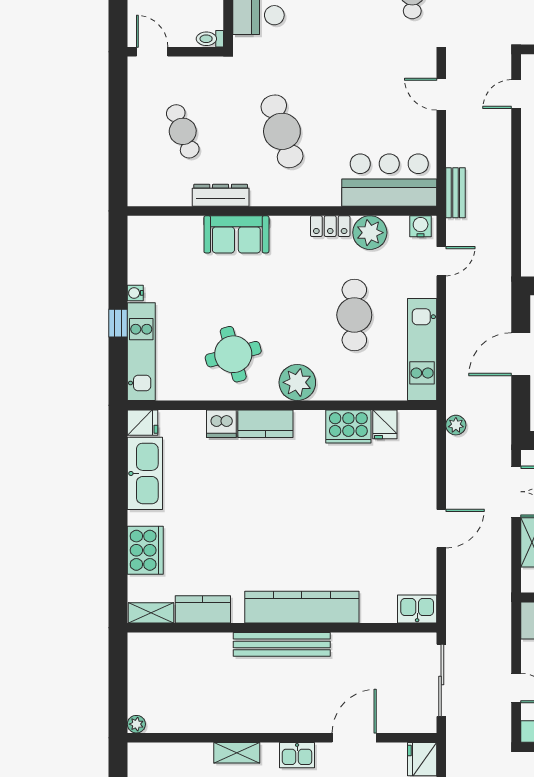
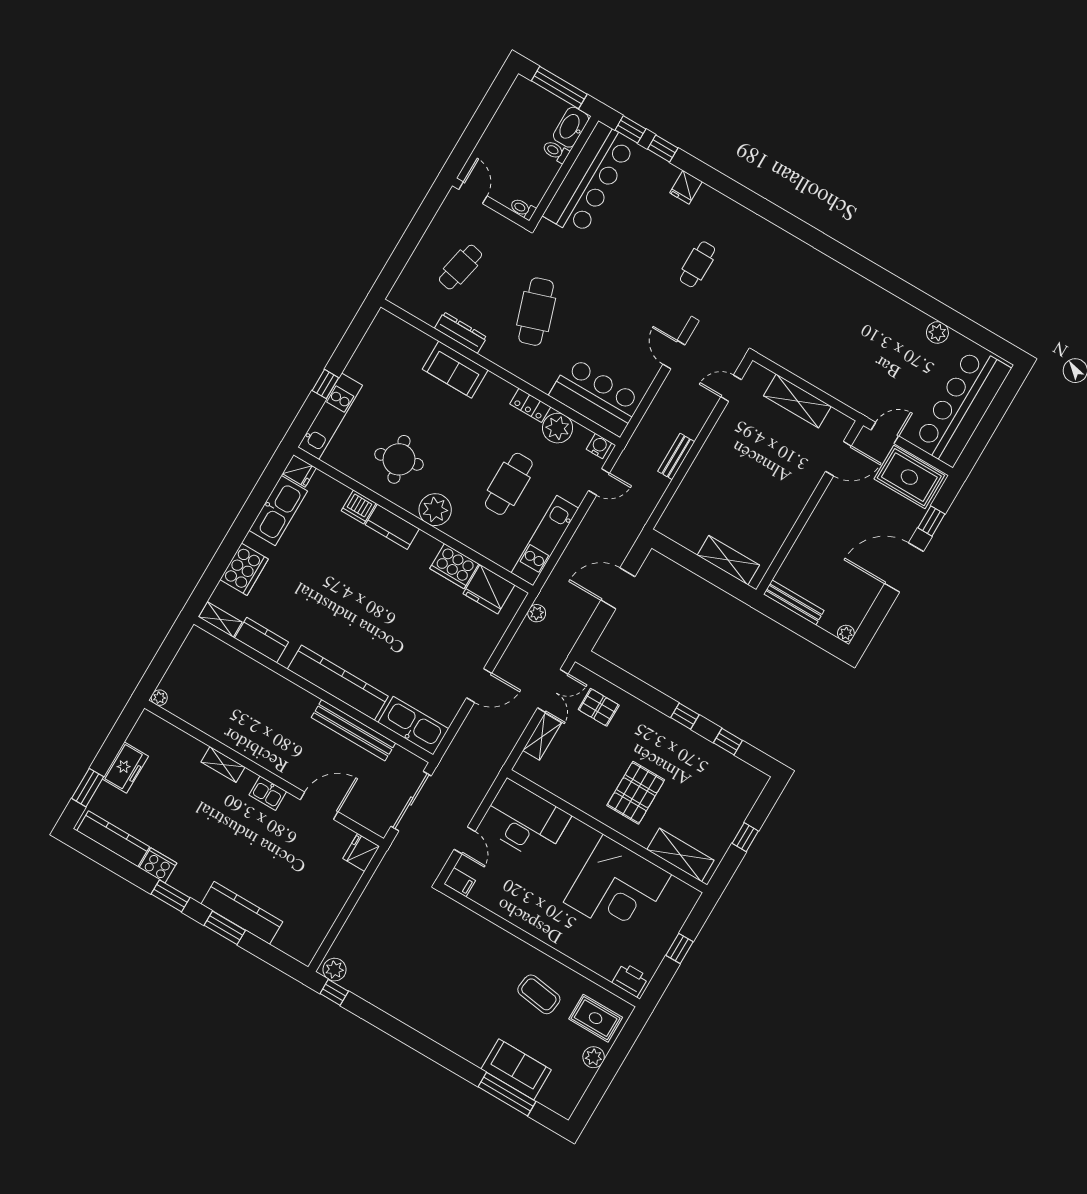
cafe table: (183, 131) -> (460, 267), turned 33
bench: (455, 193) -> (676, 456), moved
water cooler: (135, 293) -> (352, 369), removed
fridge: (385, 424) -> (489, 589), width x1.88, depth x1.34
kitchen sink: (417, 609) -> (413, 726), width x1.88, depth x1.24
bench: (282, 644) -> (353, 730), moved

